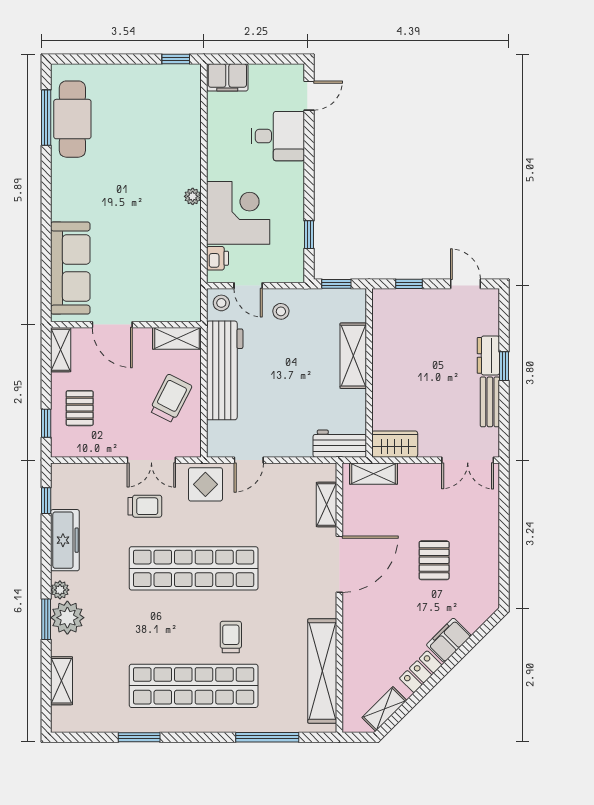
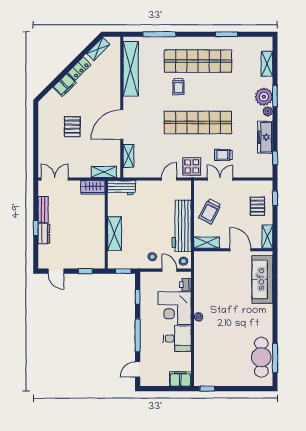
desk: (278, 136) -> (177, 339), moved, turned 180
window: (309, 161) -> (138, 335), added

